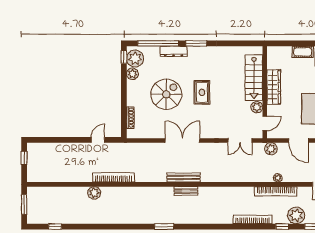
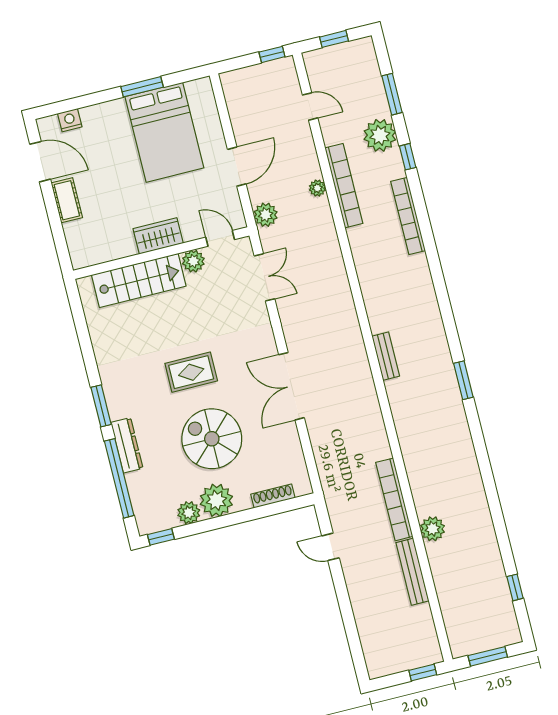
plant: (135, 58) -> (216, 500), moved
wardrobe: (274, 87) -> (158, 236), width x0.67
window: (24, 158) -> (423, 673), moved
bench: (184, 177) -> (412, 572), moved

